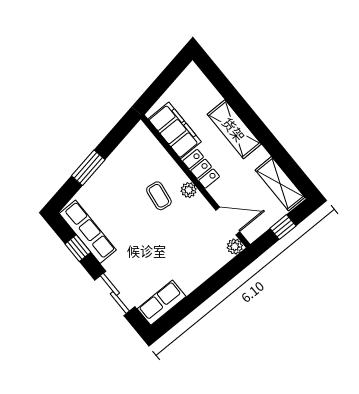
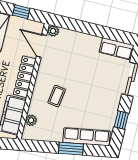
locker: (201, 169) -> (25, 77), width x1.53
plant: (189, 190) -> (31, 120), moved
row of seats: (88, 232) -> (87, 137), moved, turned 80

